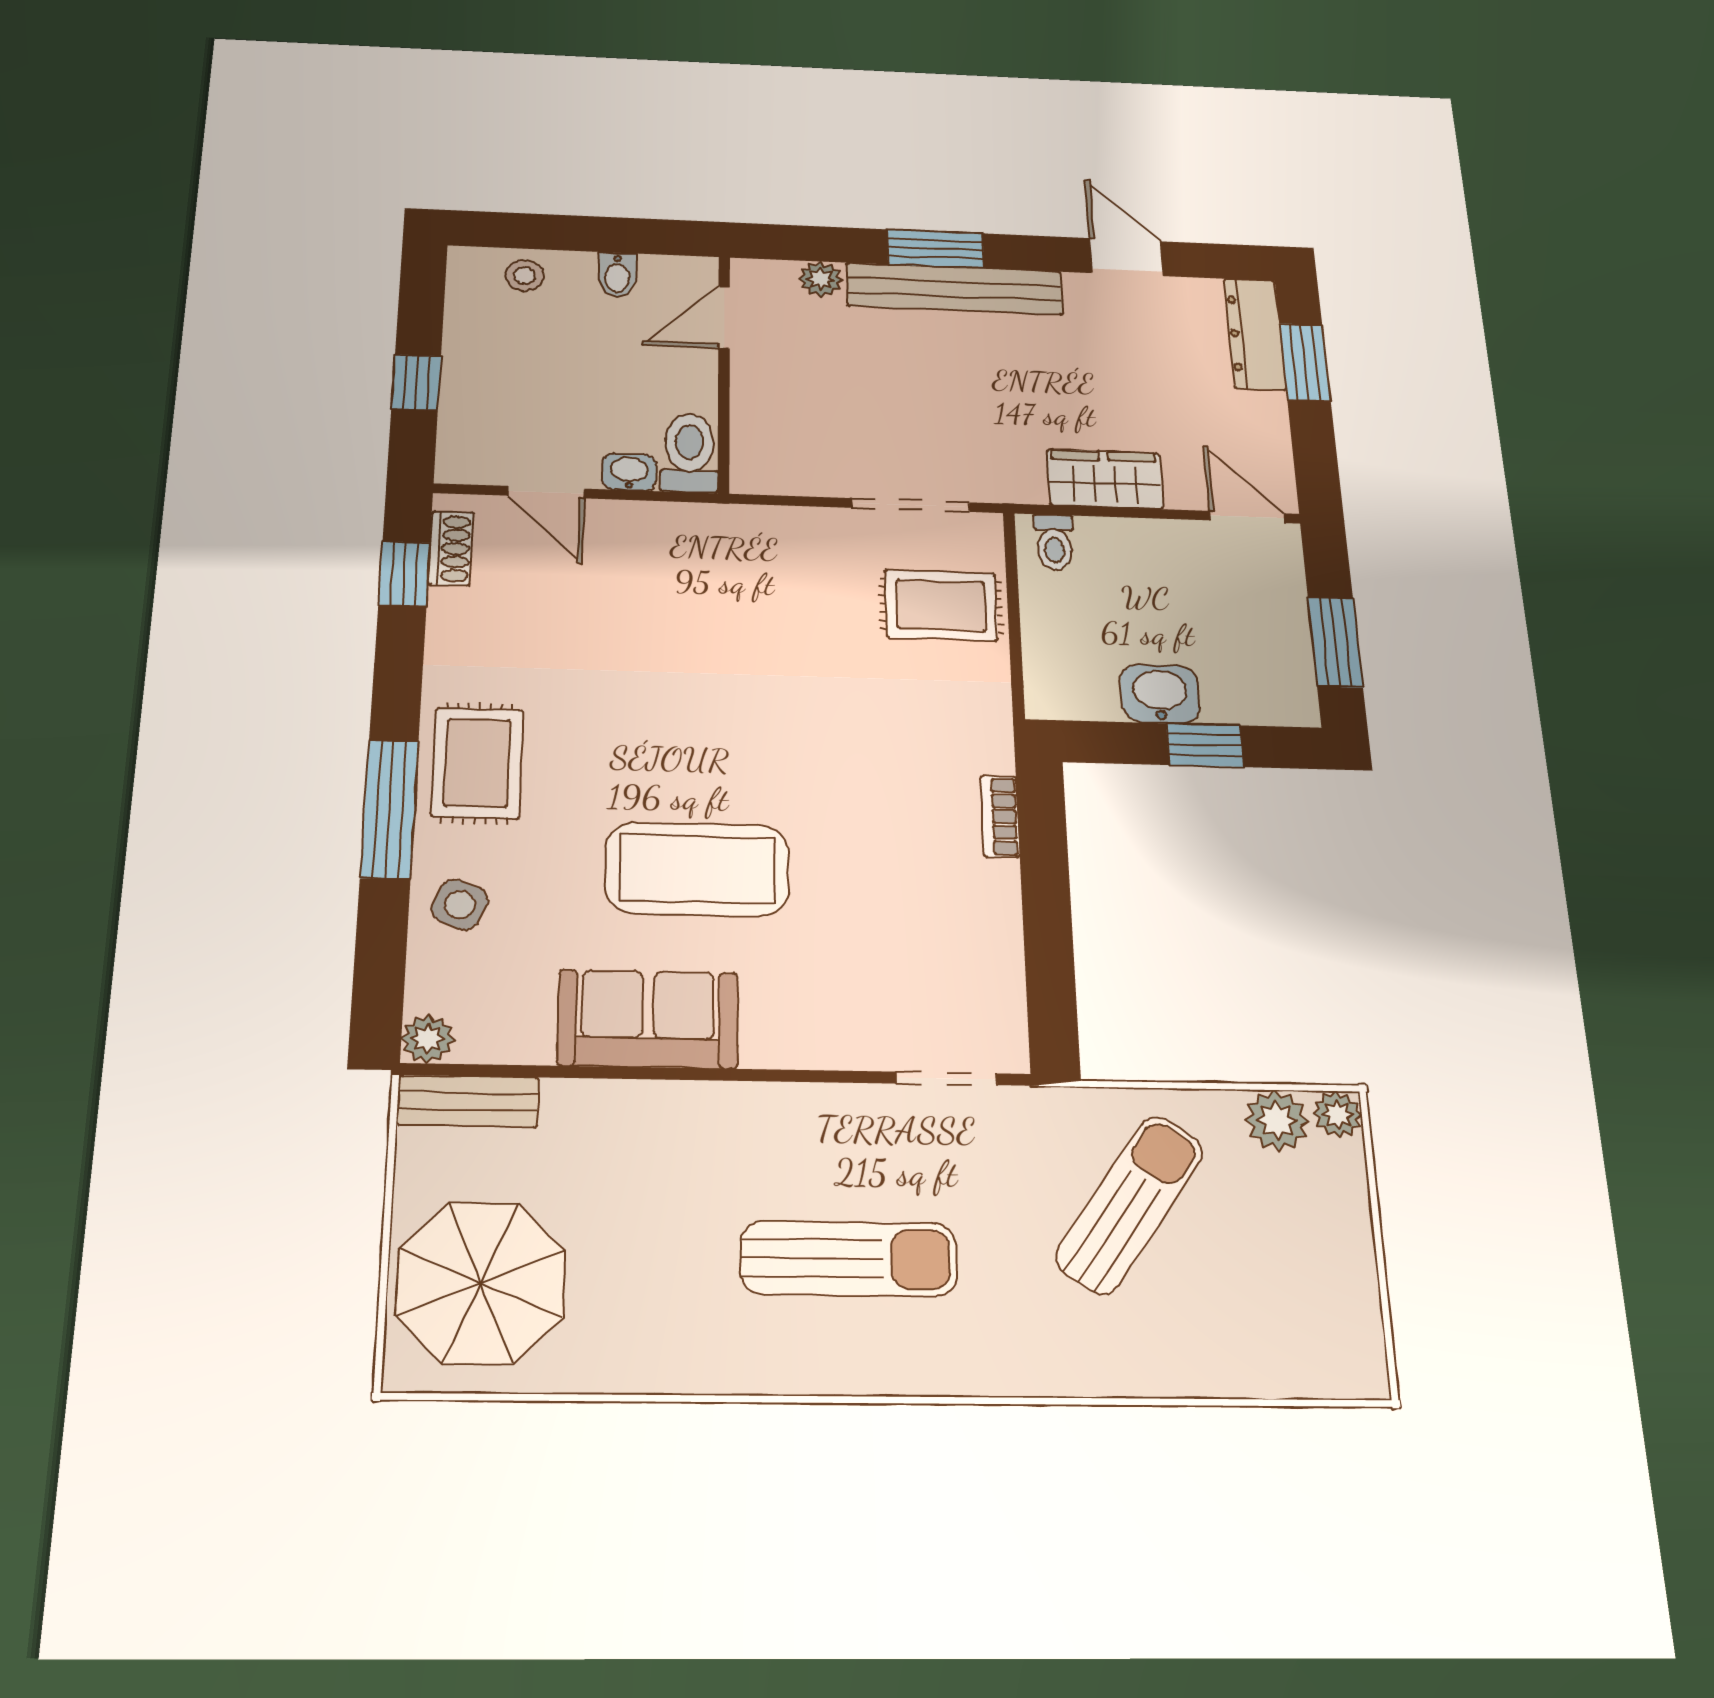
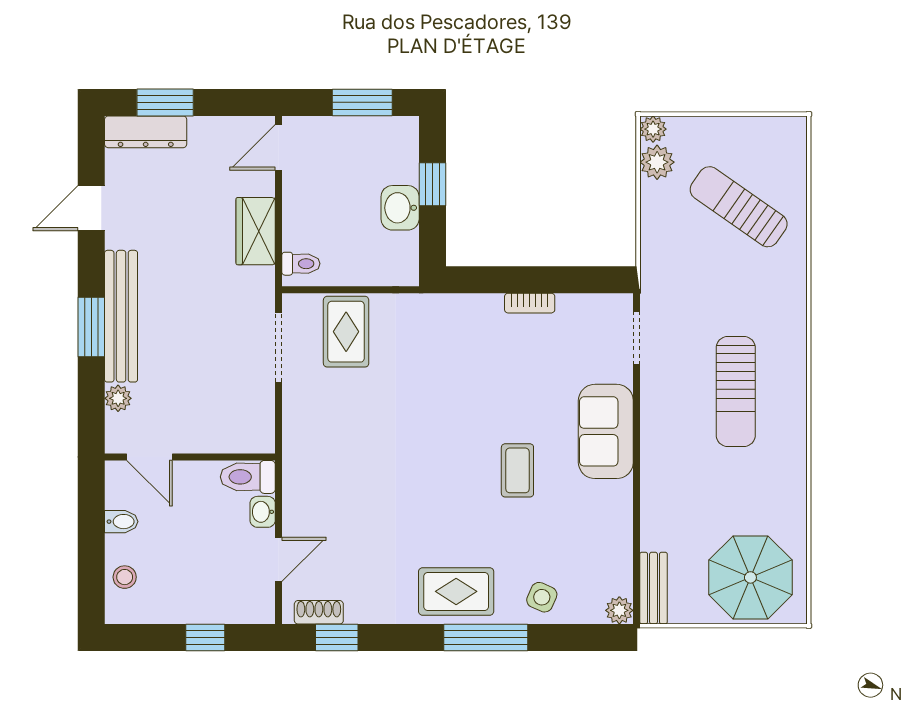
bookcase: (1000, 816) -> (530, 303), moved
coffee table: (697, 869) -> (517, 470), width x0.54, depth x0.58
sofa: (648, 1019) -> (606, 431), moved
sun lounger: (1130, 1204) -> (739, 207), moved
sun lounger: (849, 1259) -> (736, 392), turned 180

